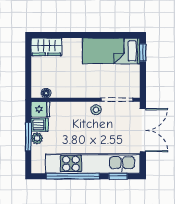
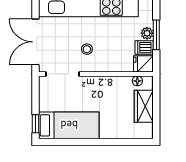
wardrobe: (46, 47) -> (144, 106), moved, turned -90
stool: (96, 110) -> (87, 49), moved

